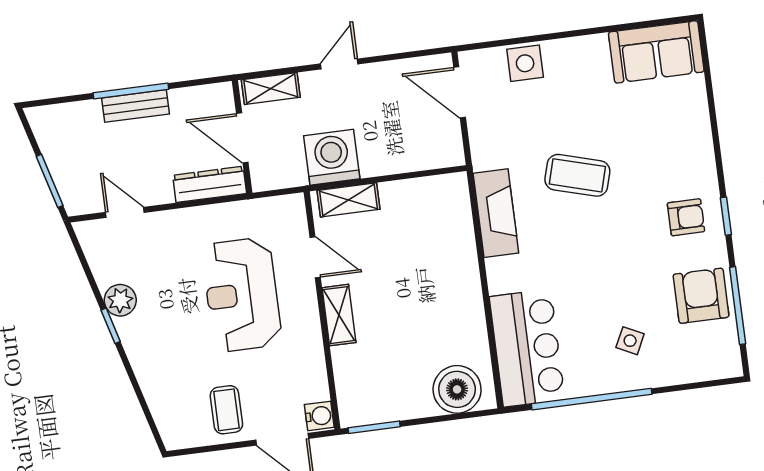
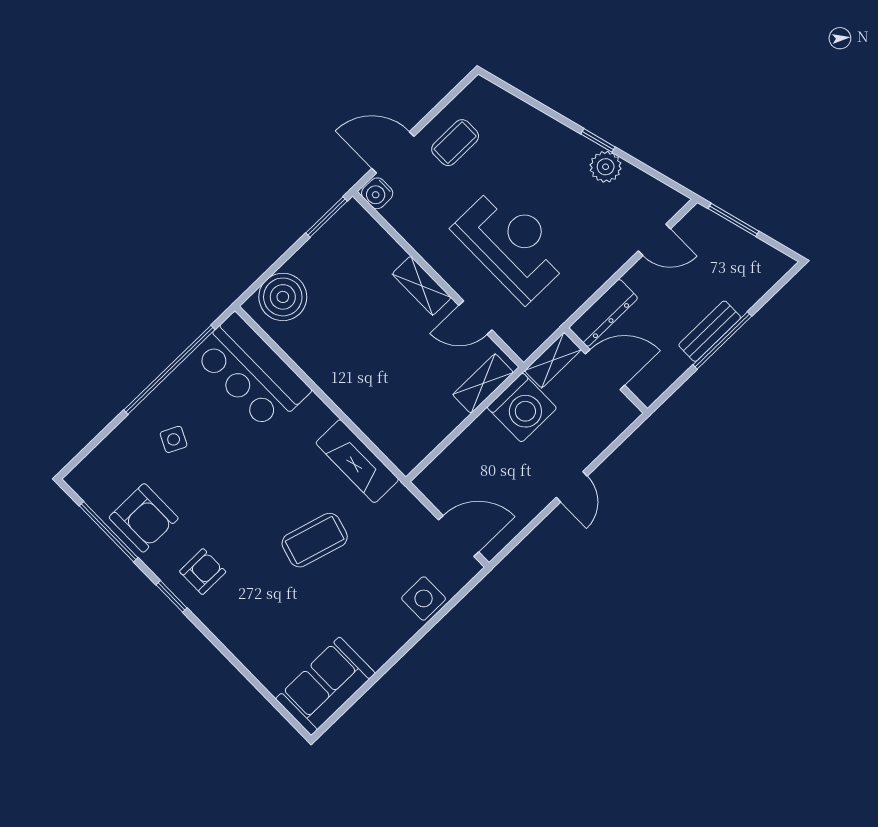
shelving: (271, 88) -> (553, 360), moved
armchair: (686, 217) -> (203, 572), turned 180
coffee table: (226, 410) -> (455, 143), turned 90

